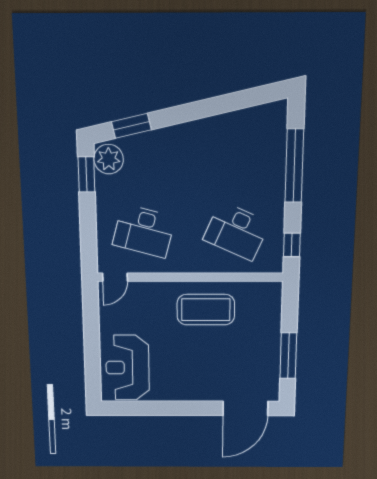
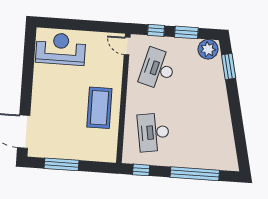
window: (86, 174) -> (186, 32), moved
desk: (236, 231) -> (153, 132), turned -33
window: (88, 238) -> (156, 30), added

